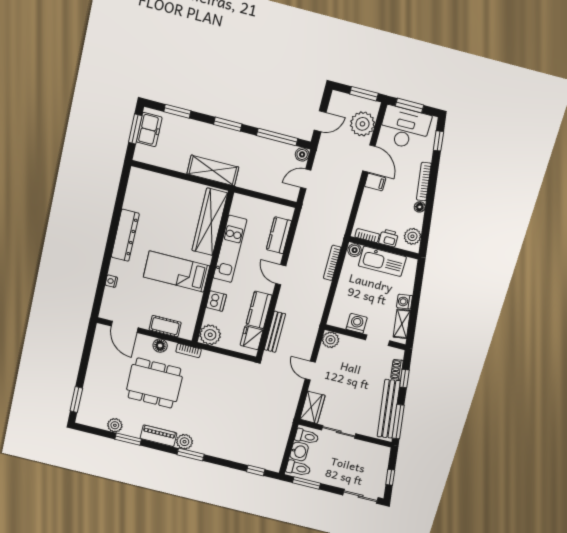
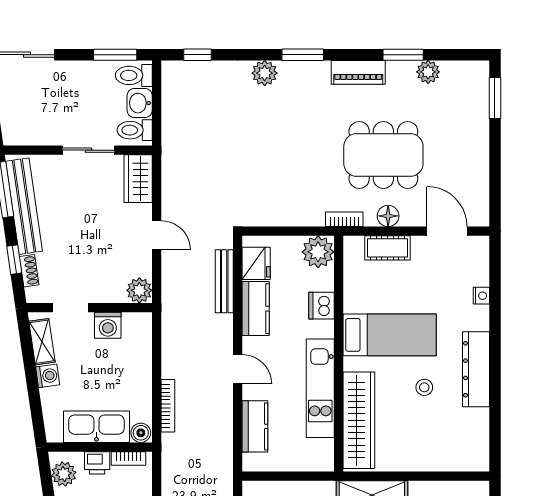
stool: (162, 232) -> (424, 387), added
plant: (184, 442) -> (265, 73), moved

